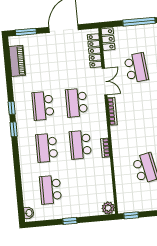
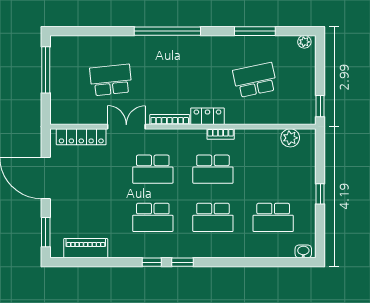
locker: (108, 39) -> (207, 116), moved
plant: (108, 208) -> (290, 138), moved

